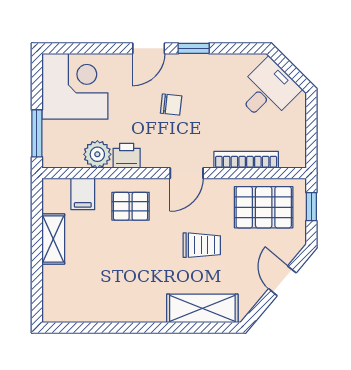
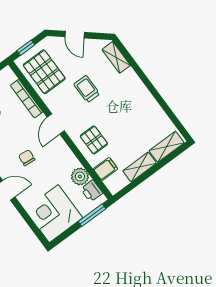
printer: (127, 156) -> (92, 191), moved
door: (187, 173) -> (56, 124), swing flipped
door: (282, 281) -> (75, 35), hinge flipped
shelving: (54, 292) -> (167, 147), added
shelving: (202, 308) -> (116, 57), width x0.67, depth x0.75

